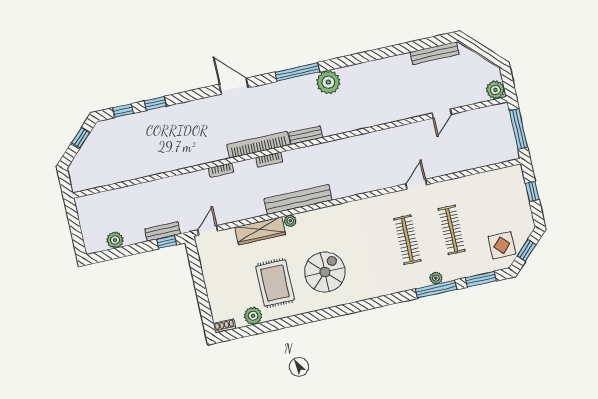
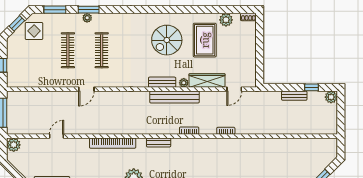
bookcase: (258, 145) -> (113, 143), moved
bench: (319, 215) -> (162, 82), added
door: (208, 230) -> (234, 89), moved
bench: (163, 231) -> (294, 96), moved
plant: (115, 240) -> (331, 97), moved
window: (167, 242) -> (312, 87), moved
window: (436, 289) -> (89, 10), width x0.69

